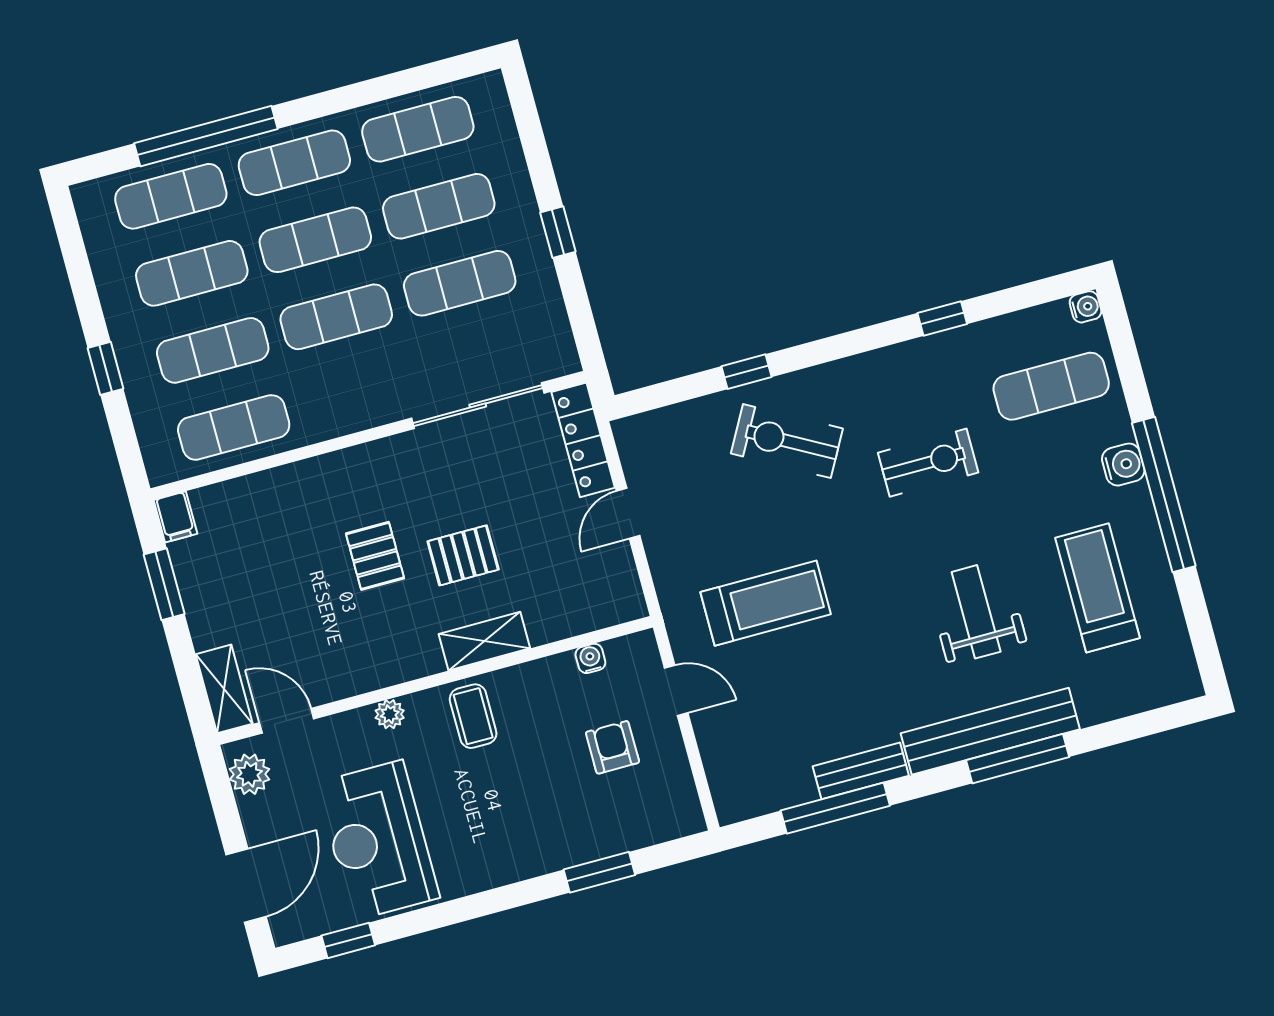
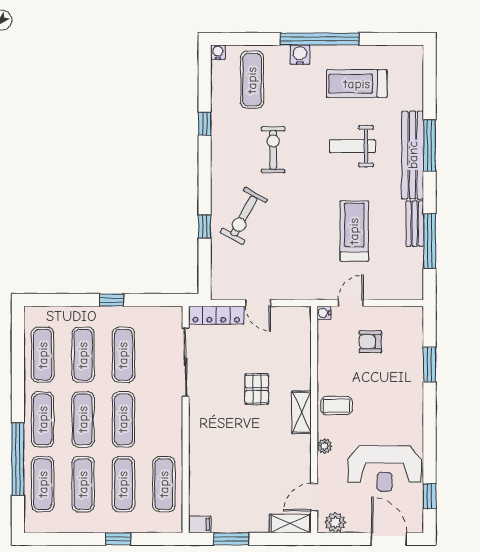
pallet: (375, 556) -> (245, 432), removed
treadmill: (766, 603) -> (354, 231), moved
shelving: (484, 641) -> (301, 412), moved
water cooler: (590, 658) -> (324, 313), moved

